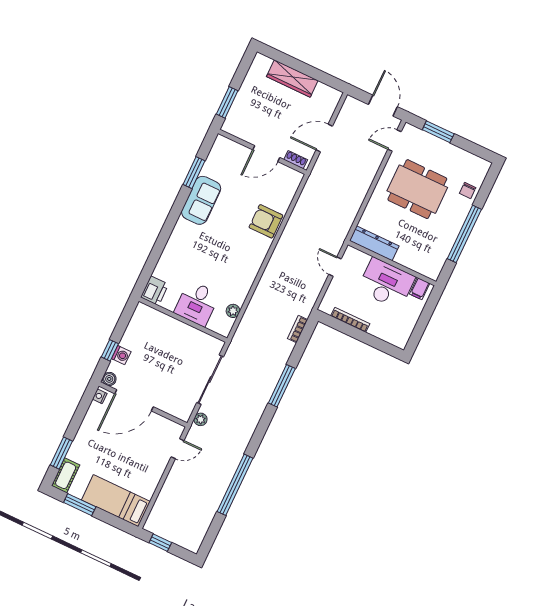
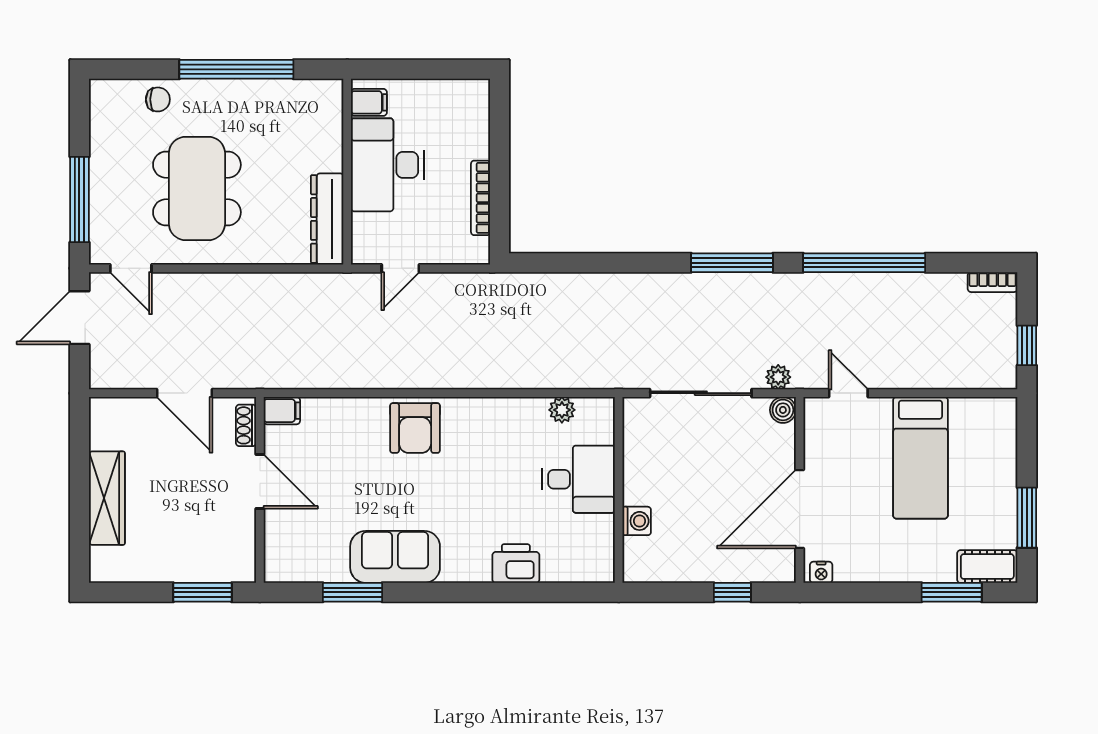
window: (438, 132) -> (79, 199), width x1.44
filing cabinet: (295, 180) -> (282, 411), added
armchair: (266, 221) -> (415, 428), moved
printer: (155, 291) -> (516, 564), moved
bookcase: (298, 329) -> (993, 282), moved
washing machine: (121, 355) -> (637, 521), moved, turned 90
boiler: (109, 379) -> (783, 410), moved
window: (282, 386) -> (732, 263), moved
door: (134, 400) -> (800, 509), swing flipped
bed: (116, 501) -> (920, 458), moved

